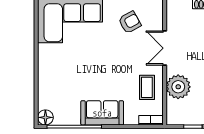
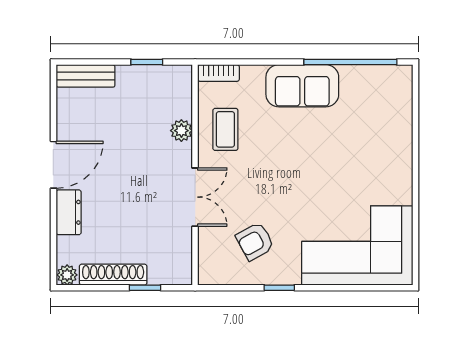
plant: (178, 87) -> (181, 131), width x0.53, depth x0.53
floor lamp: (45, 117) -> (400, 78), removed

